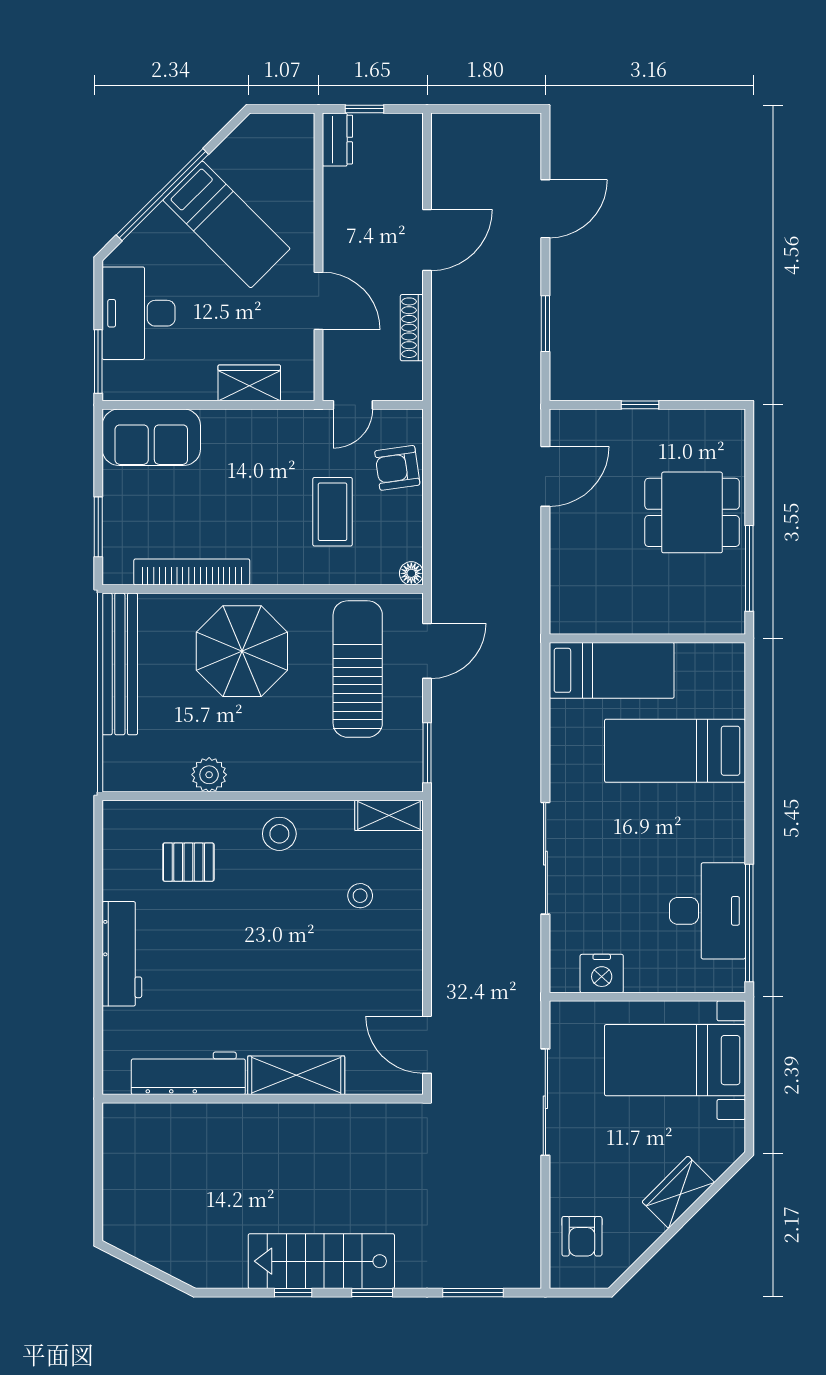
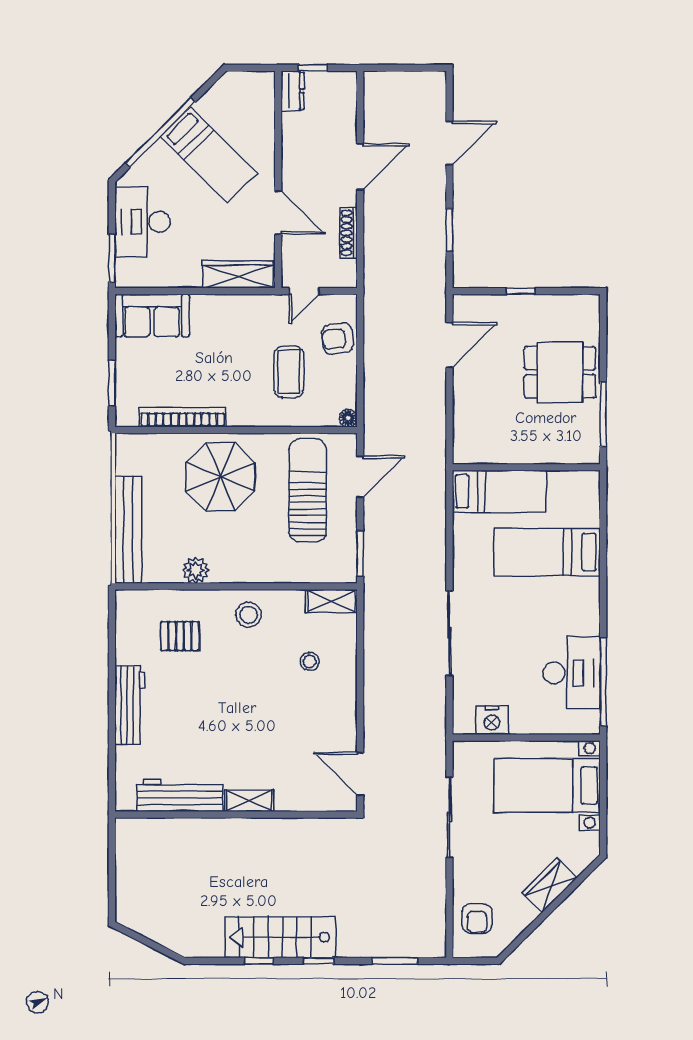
wardrobe: (249, 383) -> (238, 274), width x1.50
bench: (120, 664) -> (128, 530), moved
shelving: (296, 1075) -> (249, 801), width x0.67, depth x0.75

